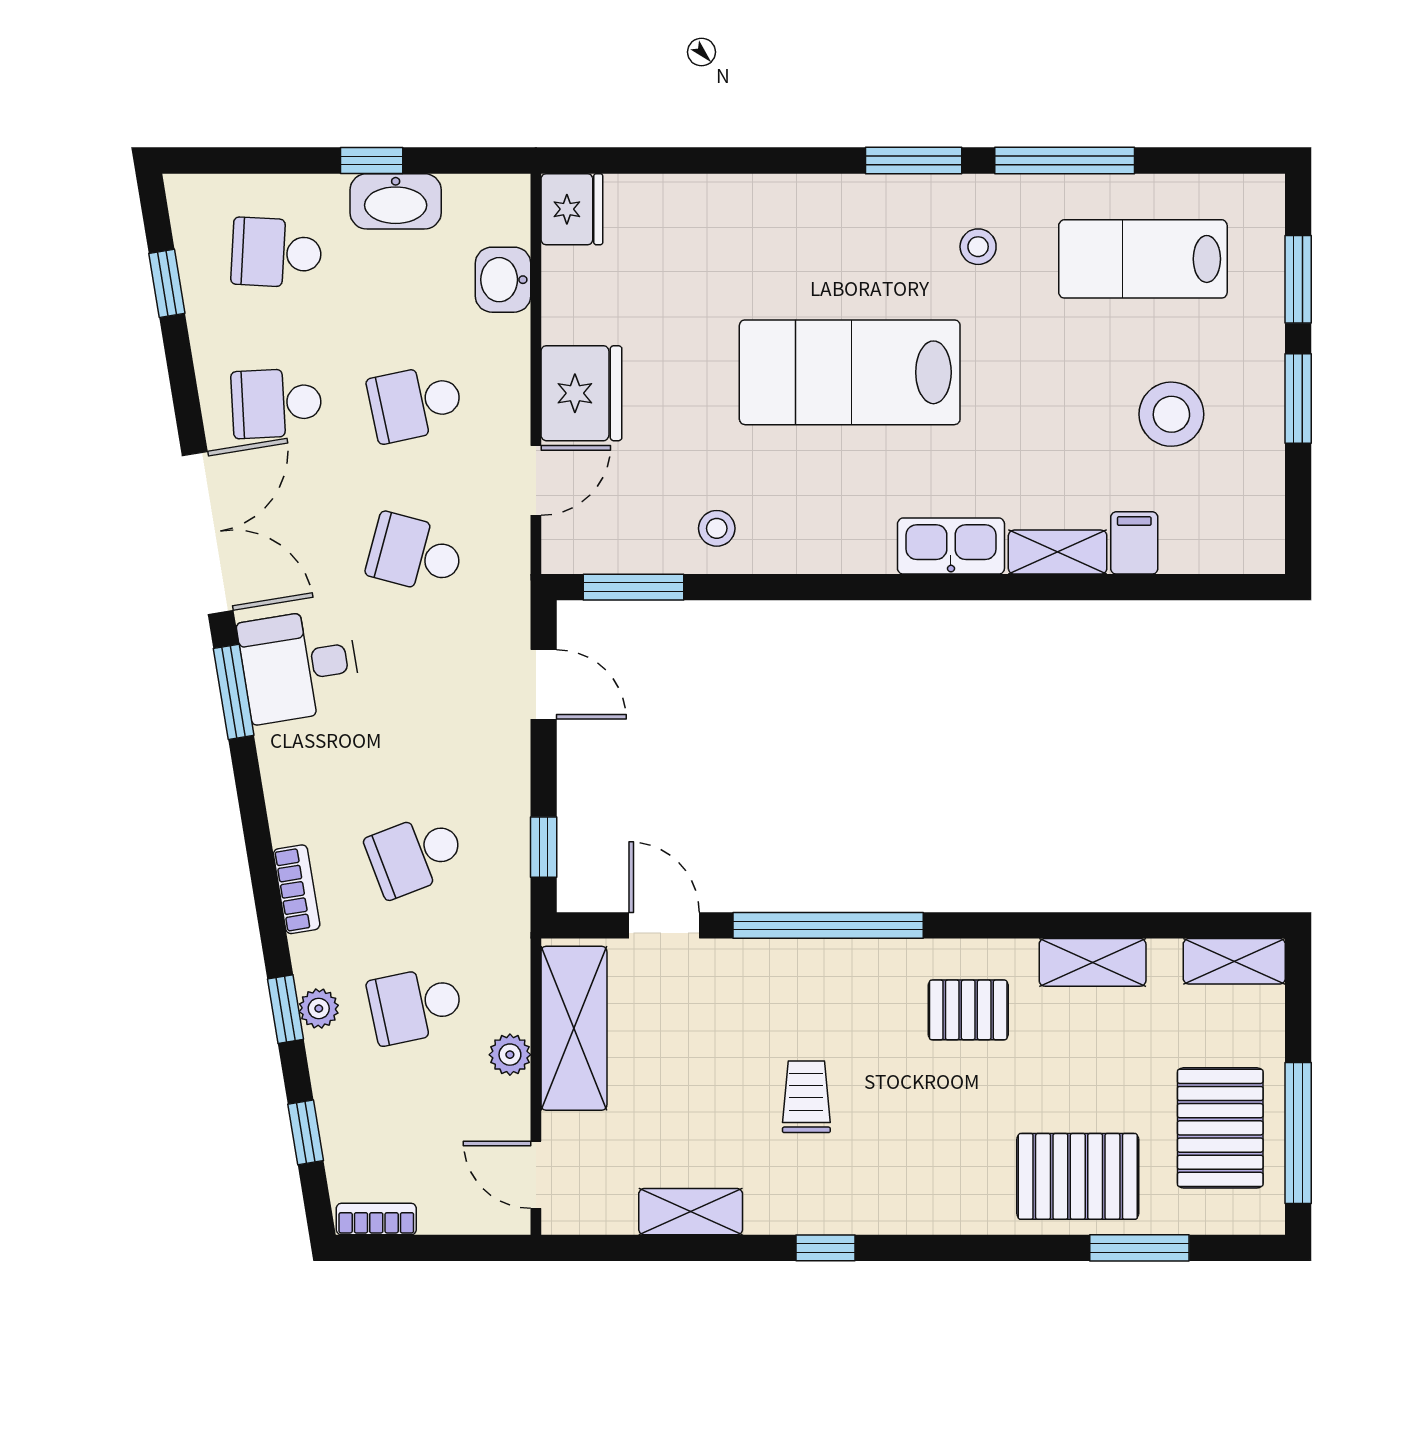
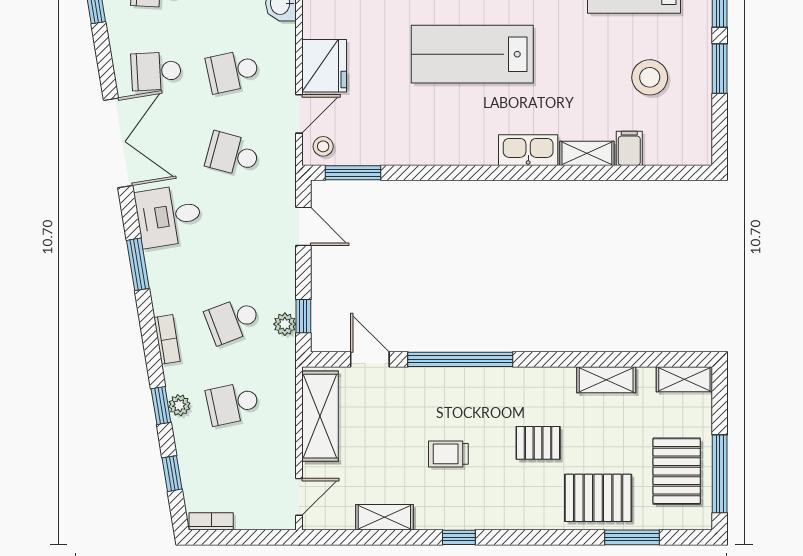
stool: (717, 528) -> (323, 146), moved
window: (234, 692) -> (138, 264), moved
pallet: (968, 1010) -> (538, 443), moved
plant: (510, 1055) -> (285, 324), moved
trolley: (806, 1097) -> (448, 454), turned -90
door: (536, 1175) -> (299, 497), swing flipped

